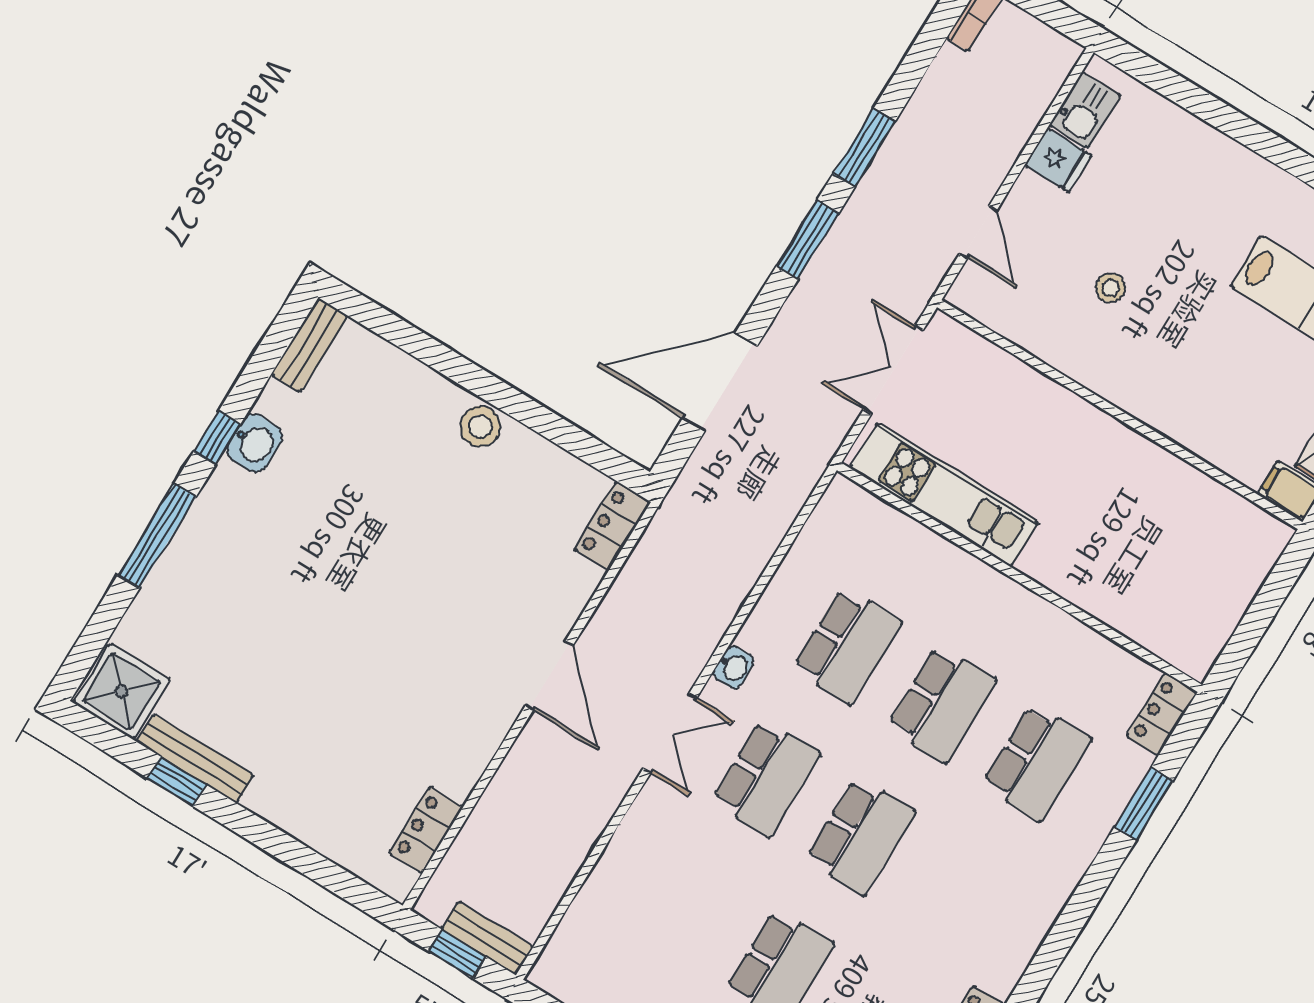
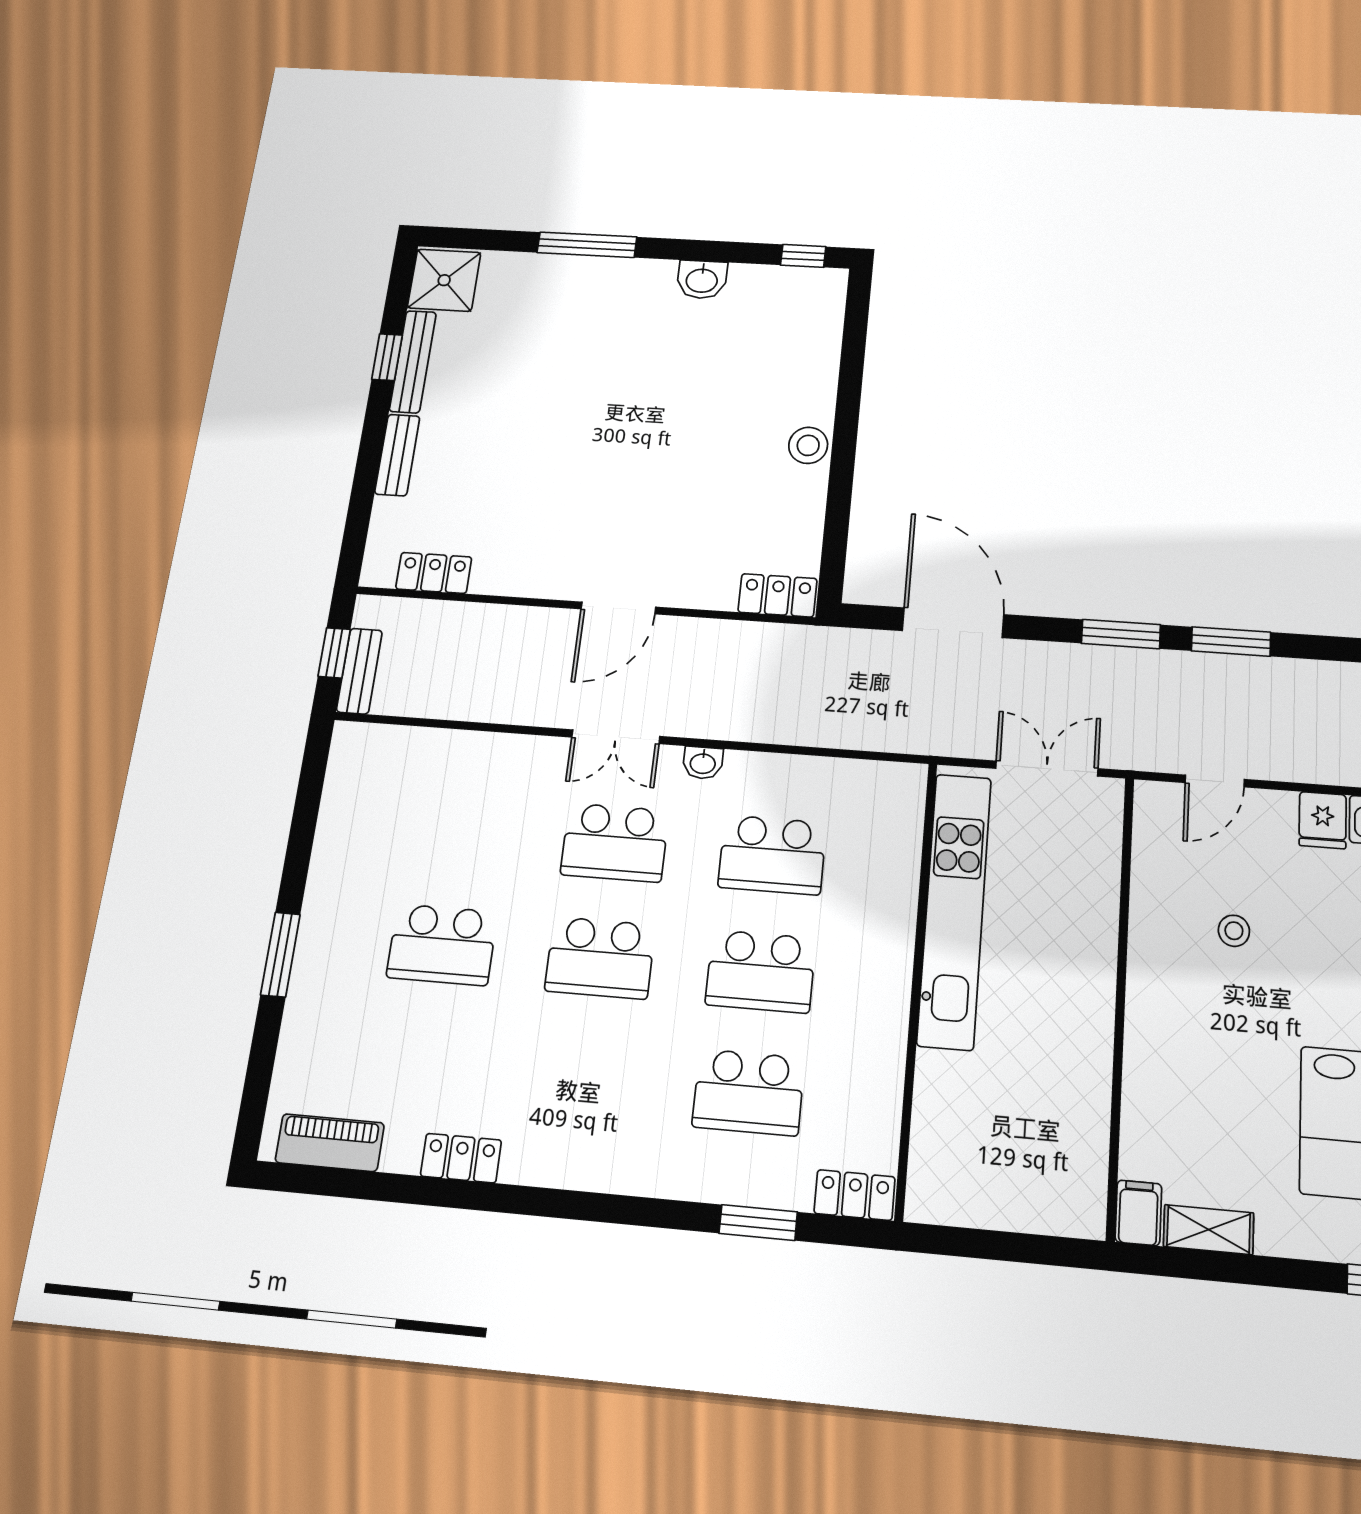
bench: (309, 345) -> (397, 455), moved, turned 90
window: (217, 438) -> (803, 256), moved
kitchen unit: (944, 495) -> (954, 910), width x1.36

